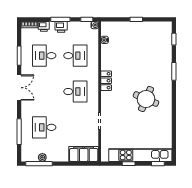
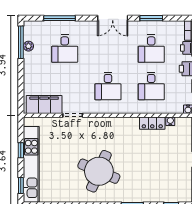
desk: (44, 56) -> (151, 48), turned 180
locker: (106, 81) -> (152, 123), moved
round table: (146, 99) -> (99, 171), width x1.36, depth x1.36
desk: (44, 127) -> (65, 48), turned 180
filing cabinet: (84, 154) -> (44, 105), moved, turned -90

